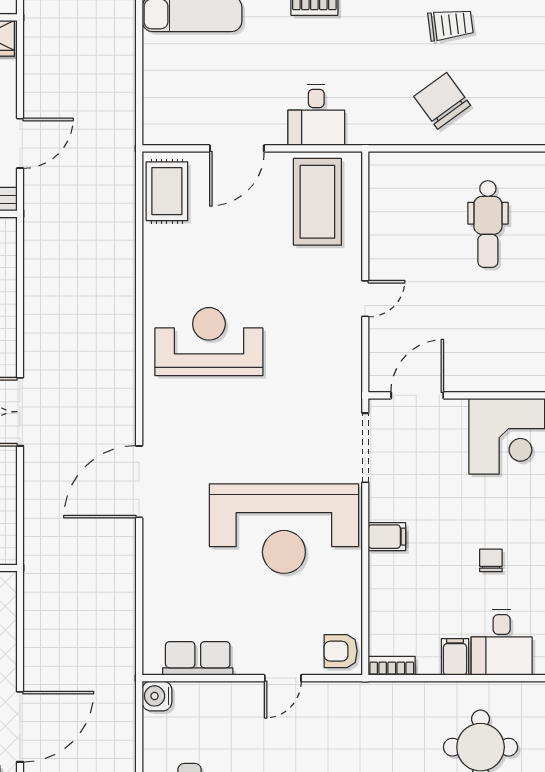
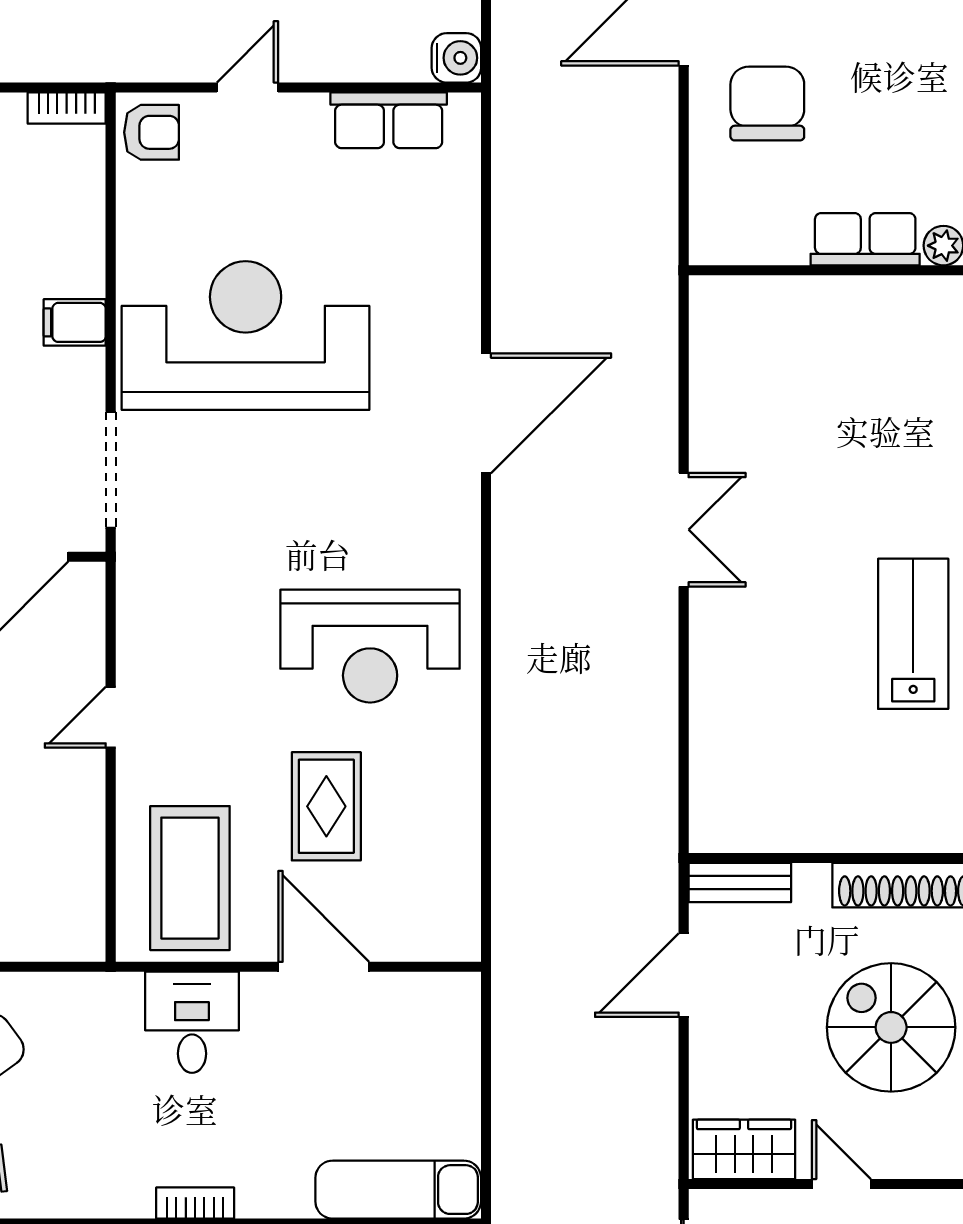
door: (237, 148) -> (324, 967), hinge flipped
rug: (167, 191) -> (326, 806), moved

